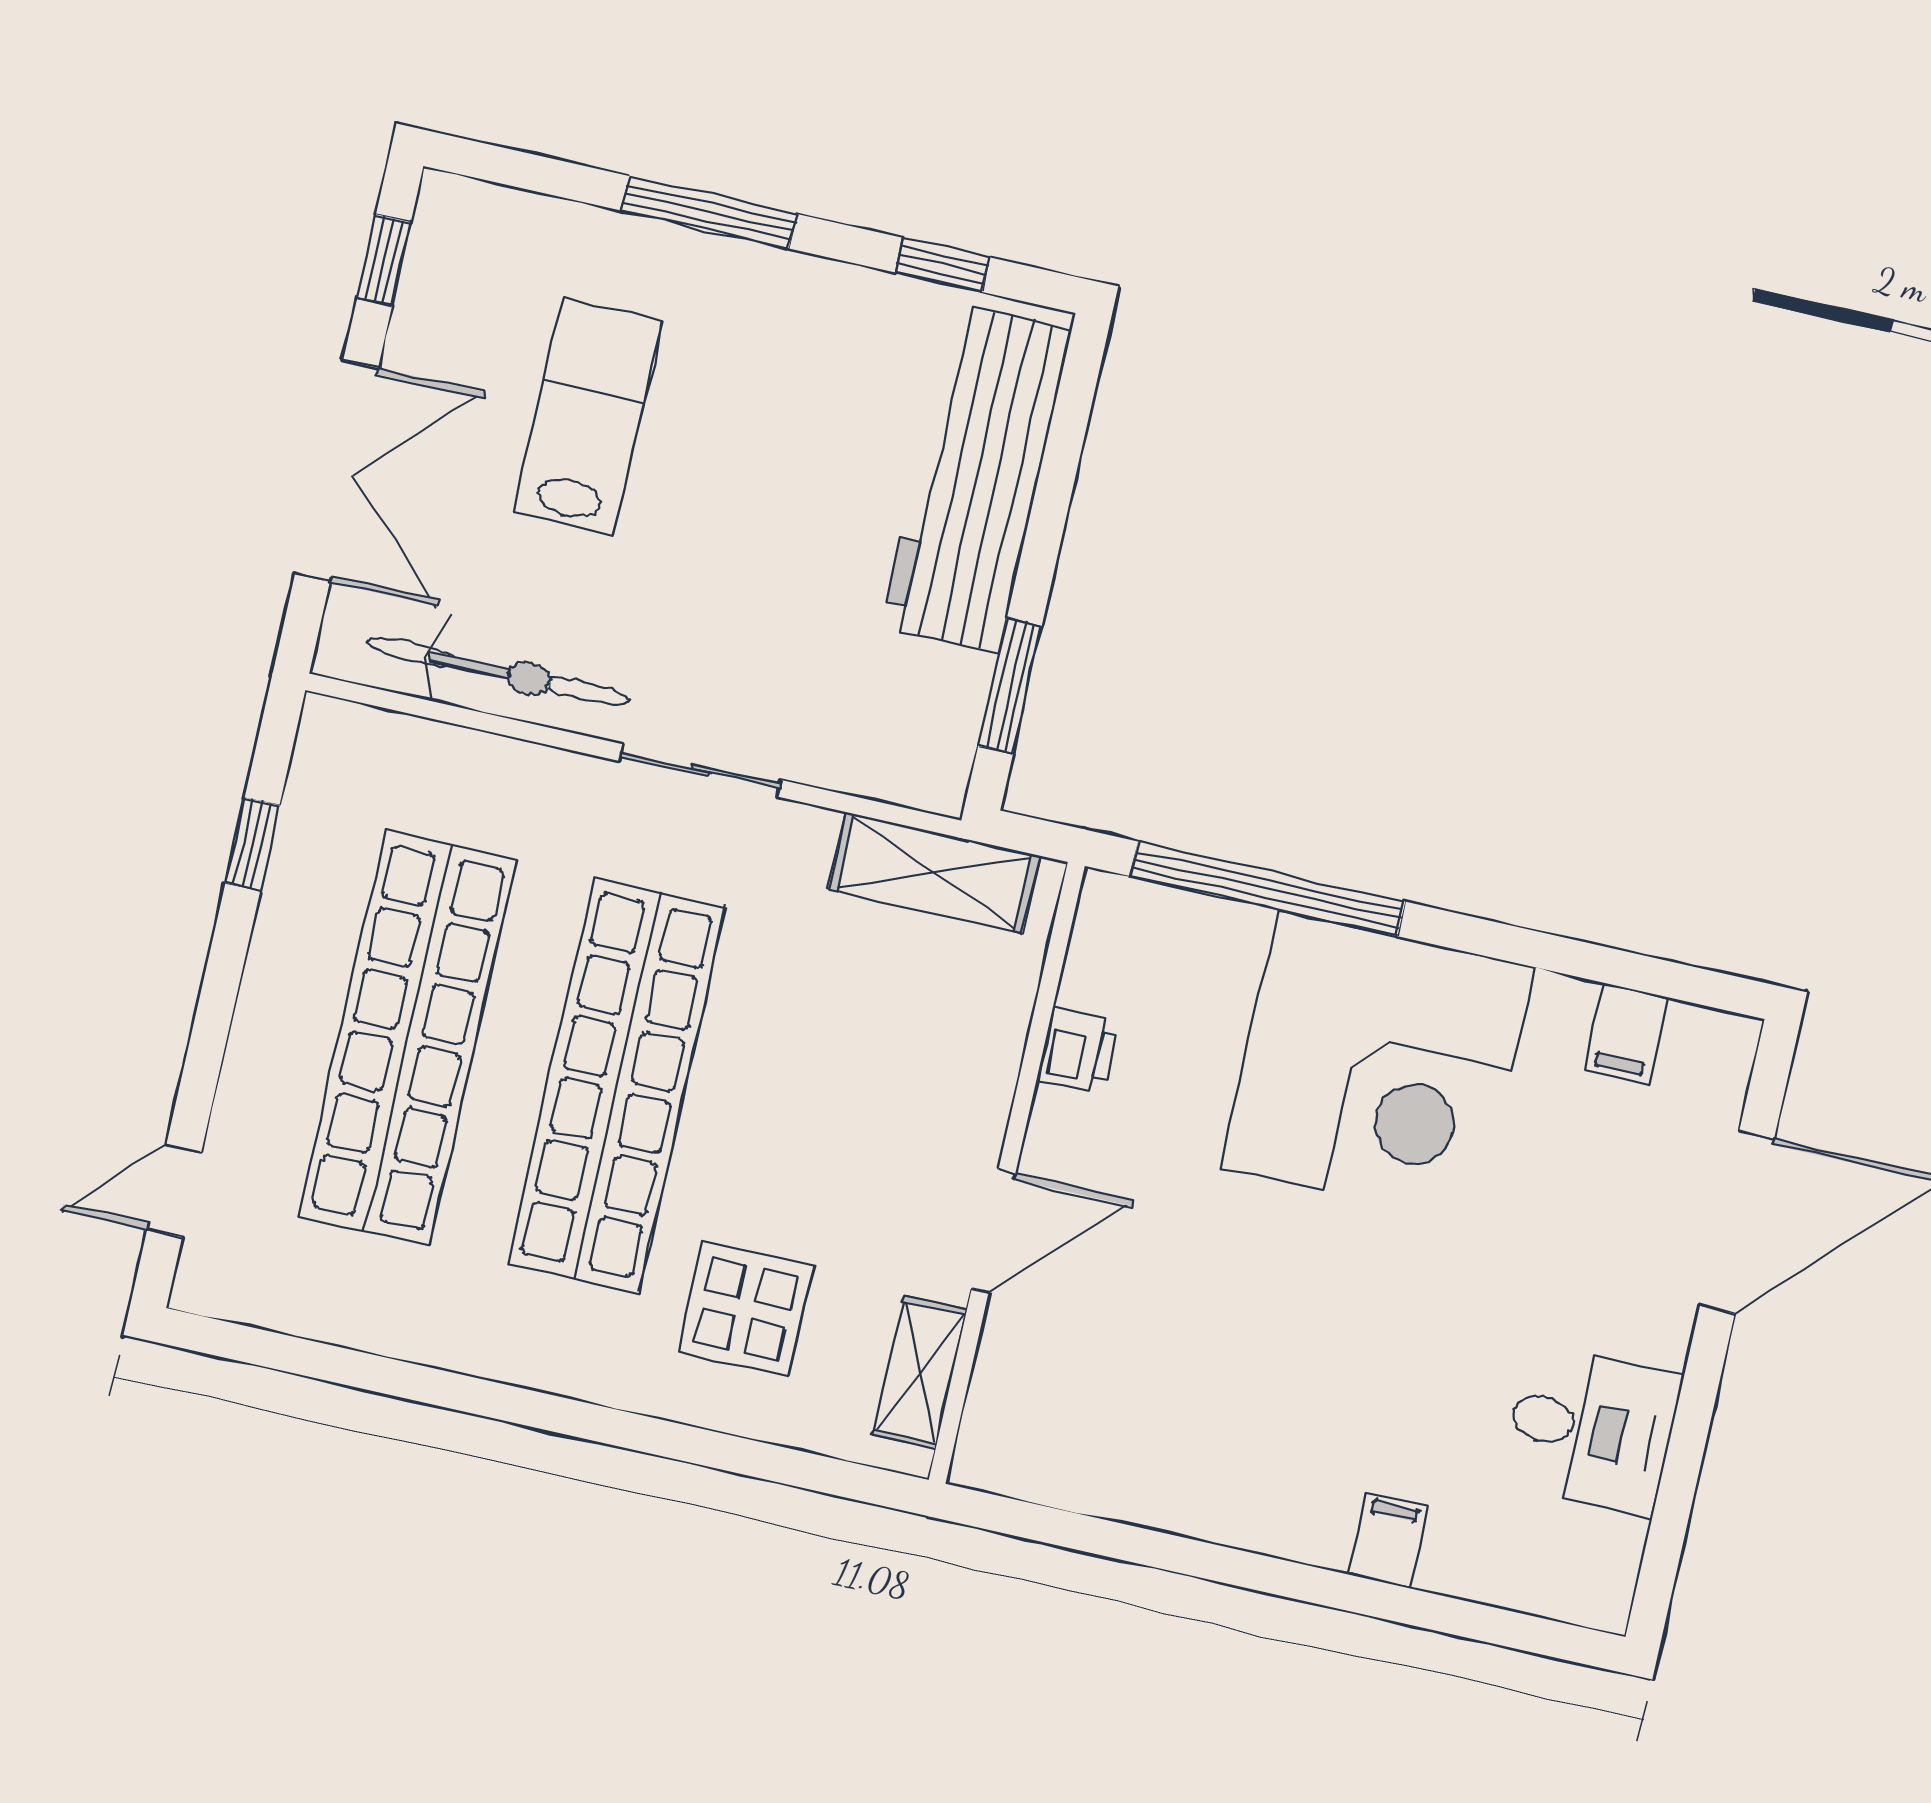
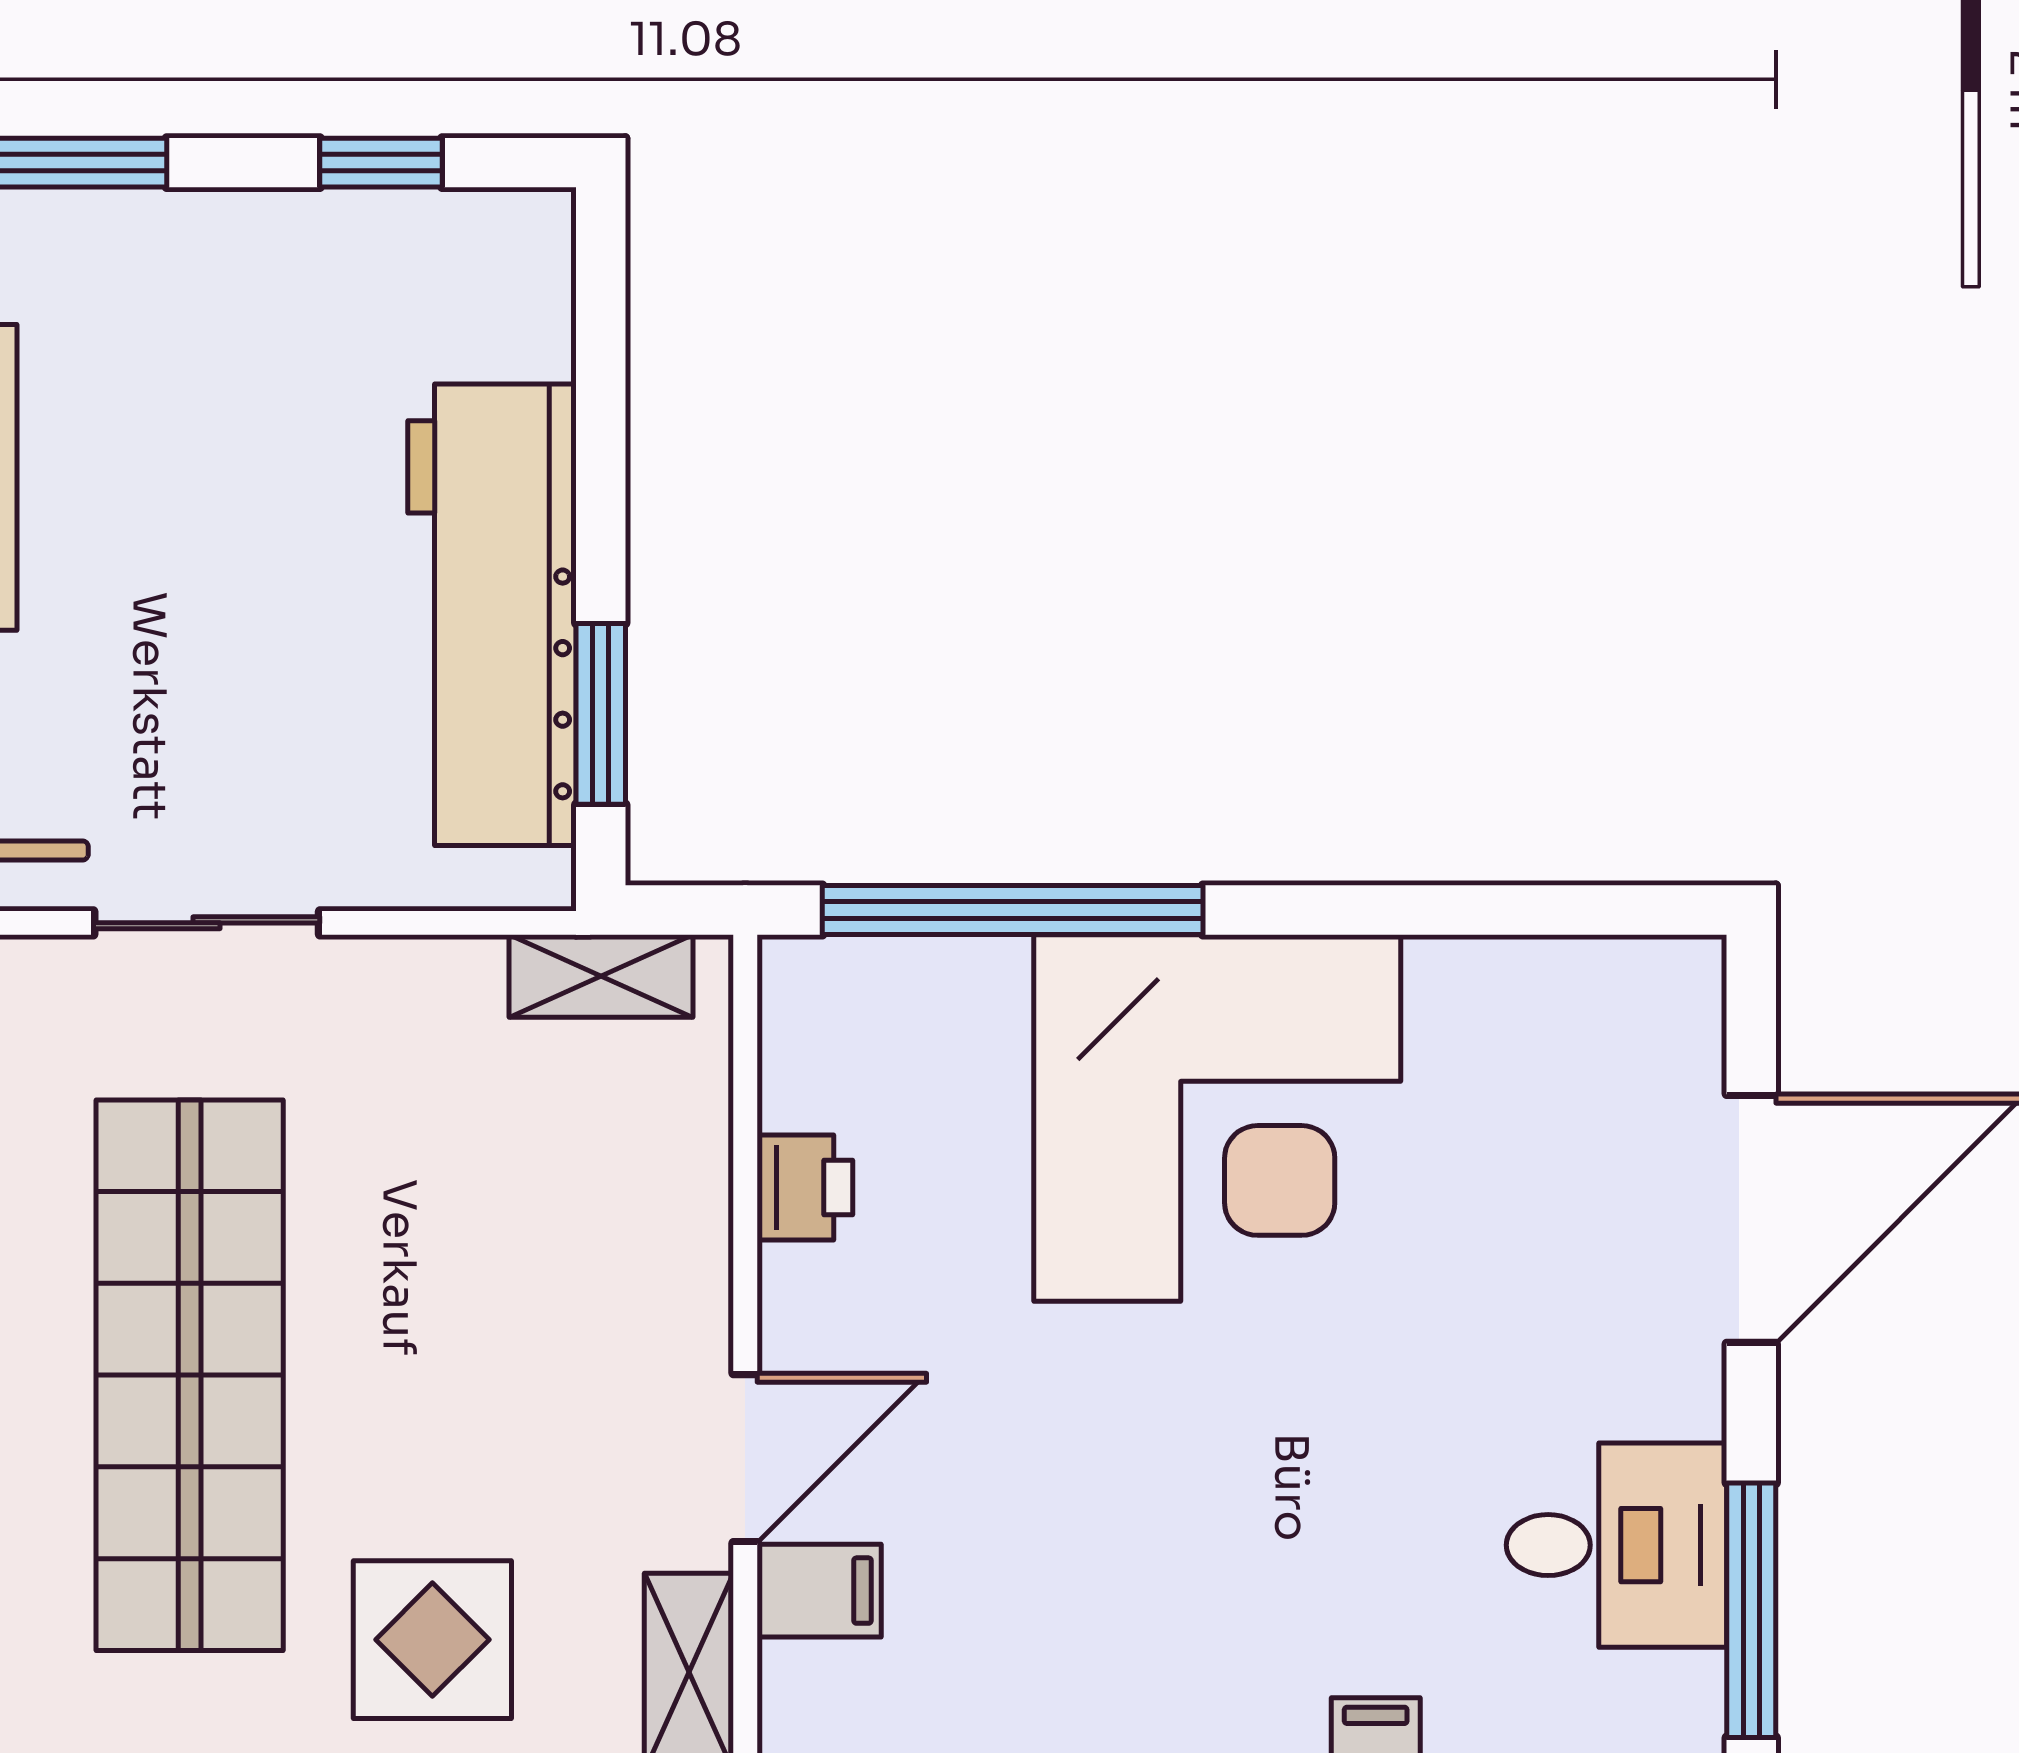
workbench: (977, 478) -> (492, 615), moved
shelving: (934, 873) -> (601, 976), width x0.67, depth x0.75
filing cabinet: (1626, 1034) -> (819, 1591), moved, turned -90
window: (1675, 1497) -> (1751, 1610), added

